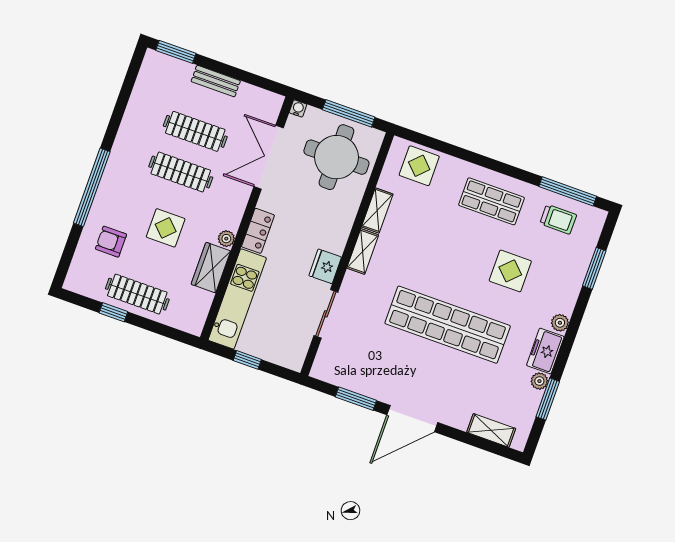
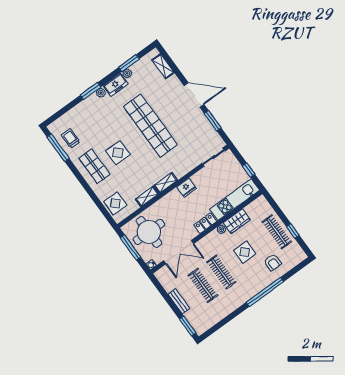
window: (594, 268) -> (91, 91), moved
display table: (510, 271) -> (118, 153), moved
sliding door: (326, 314) -> (214, 157), moved

